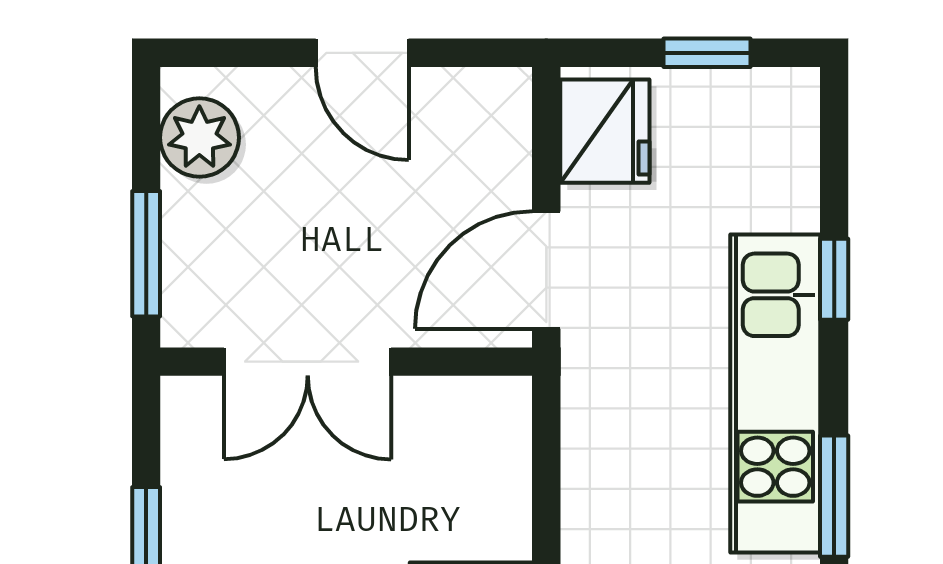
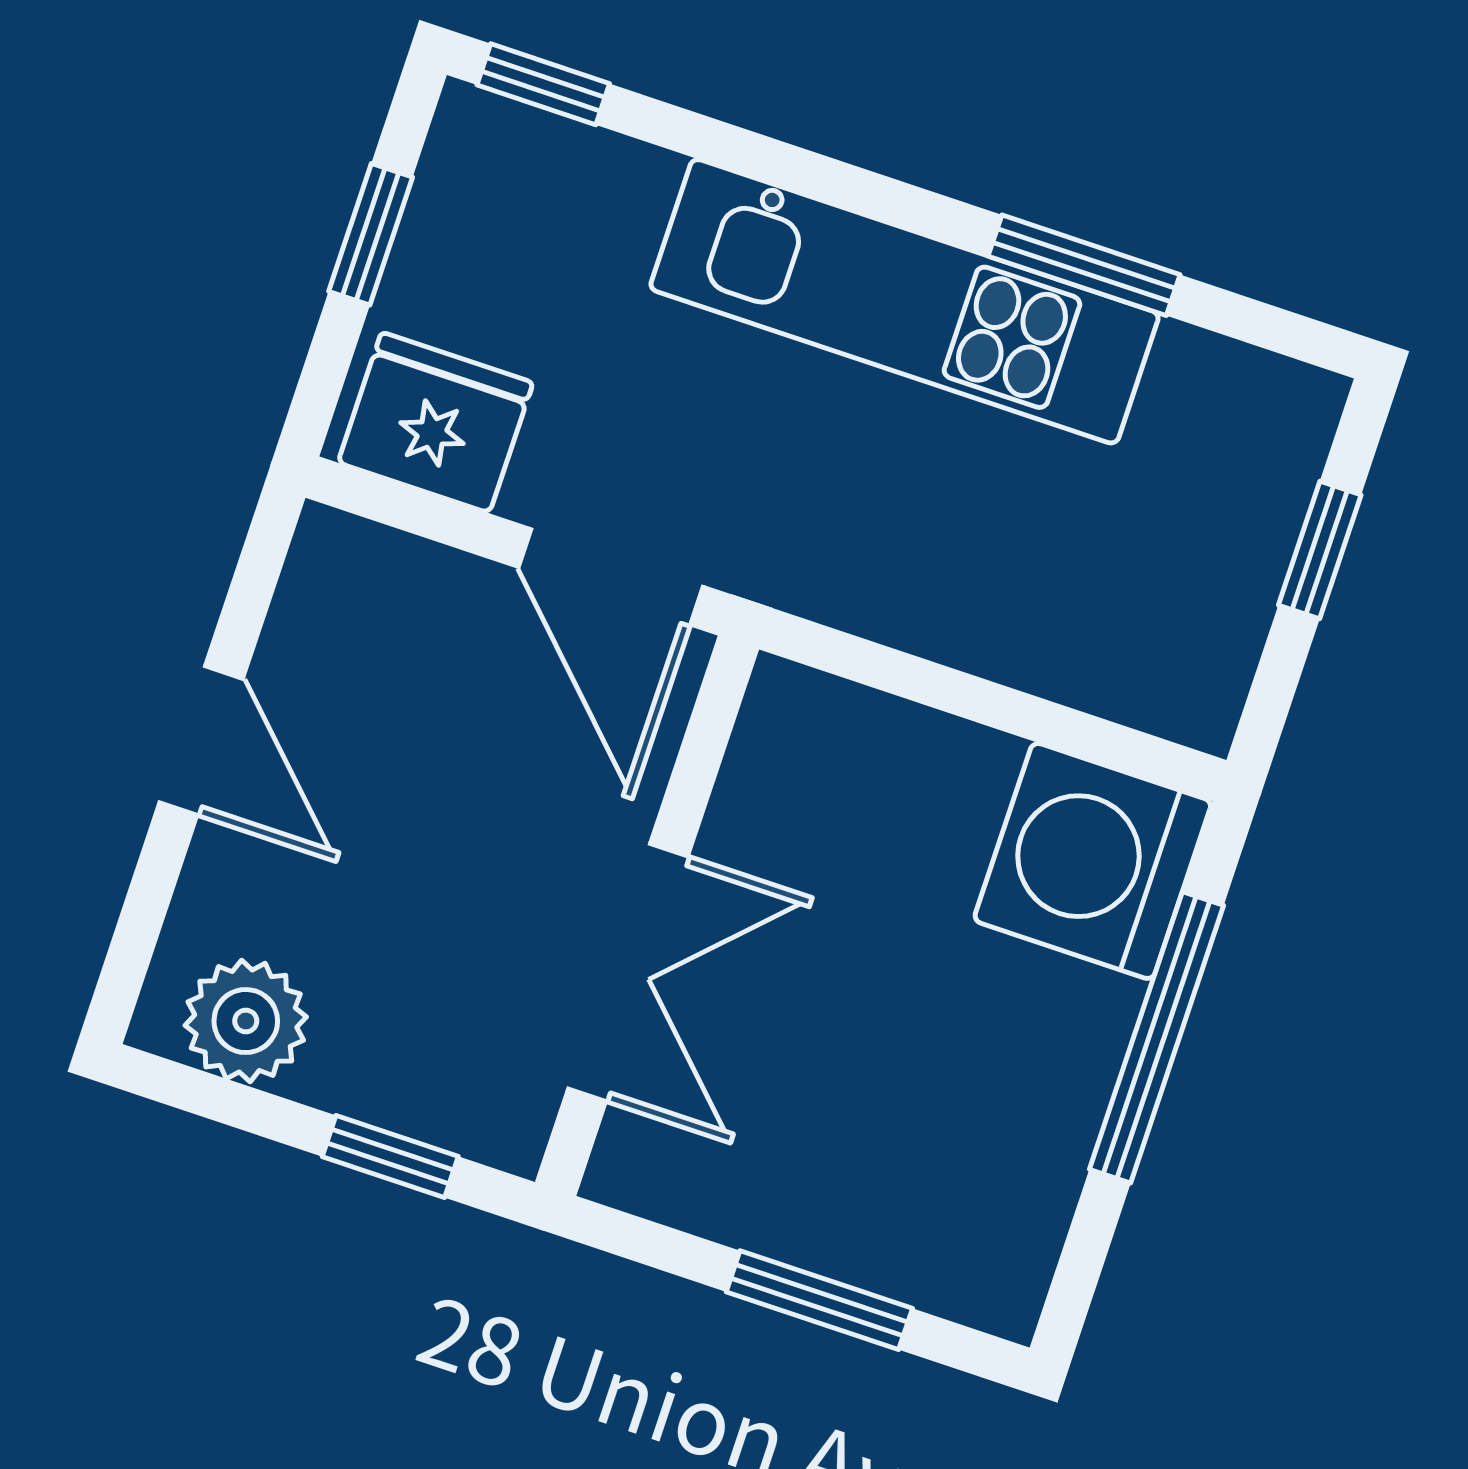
door: (362, 53) -> (201, 741), hinge flipped
window: (146, 254) -> (390, 1157), width x0.67
window: (834, 279) -> (543, 84), moved

